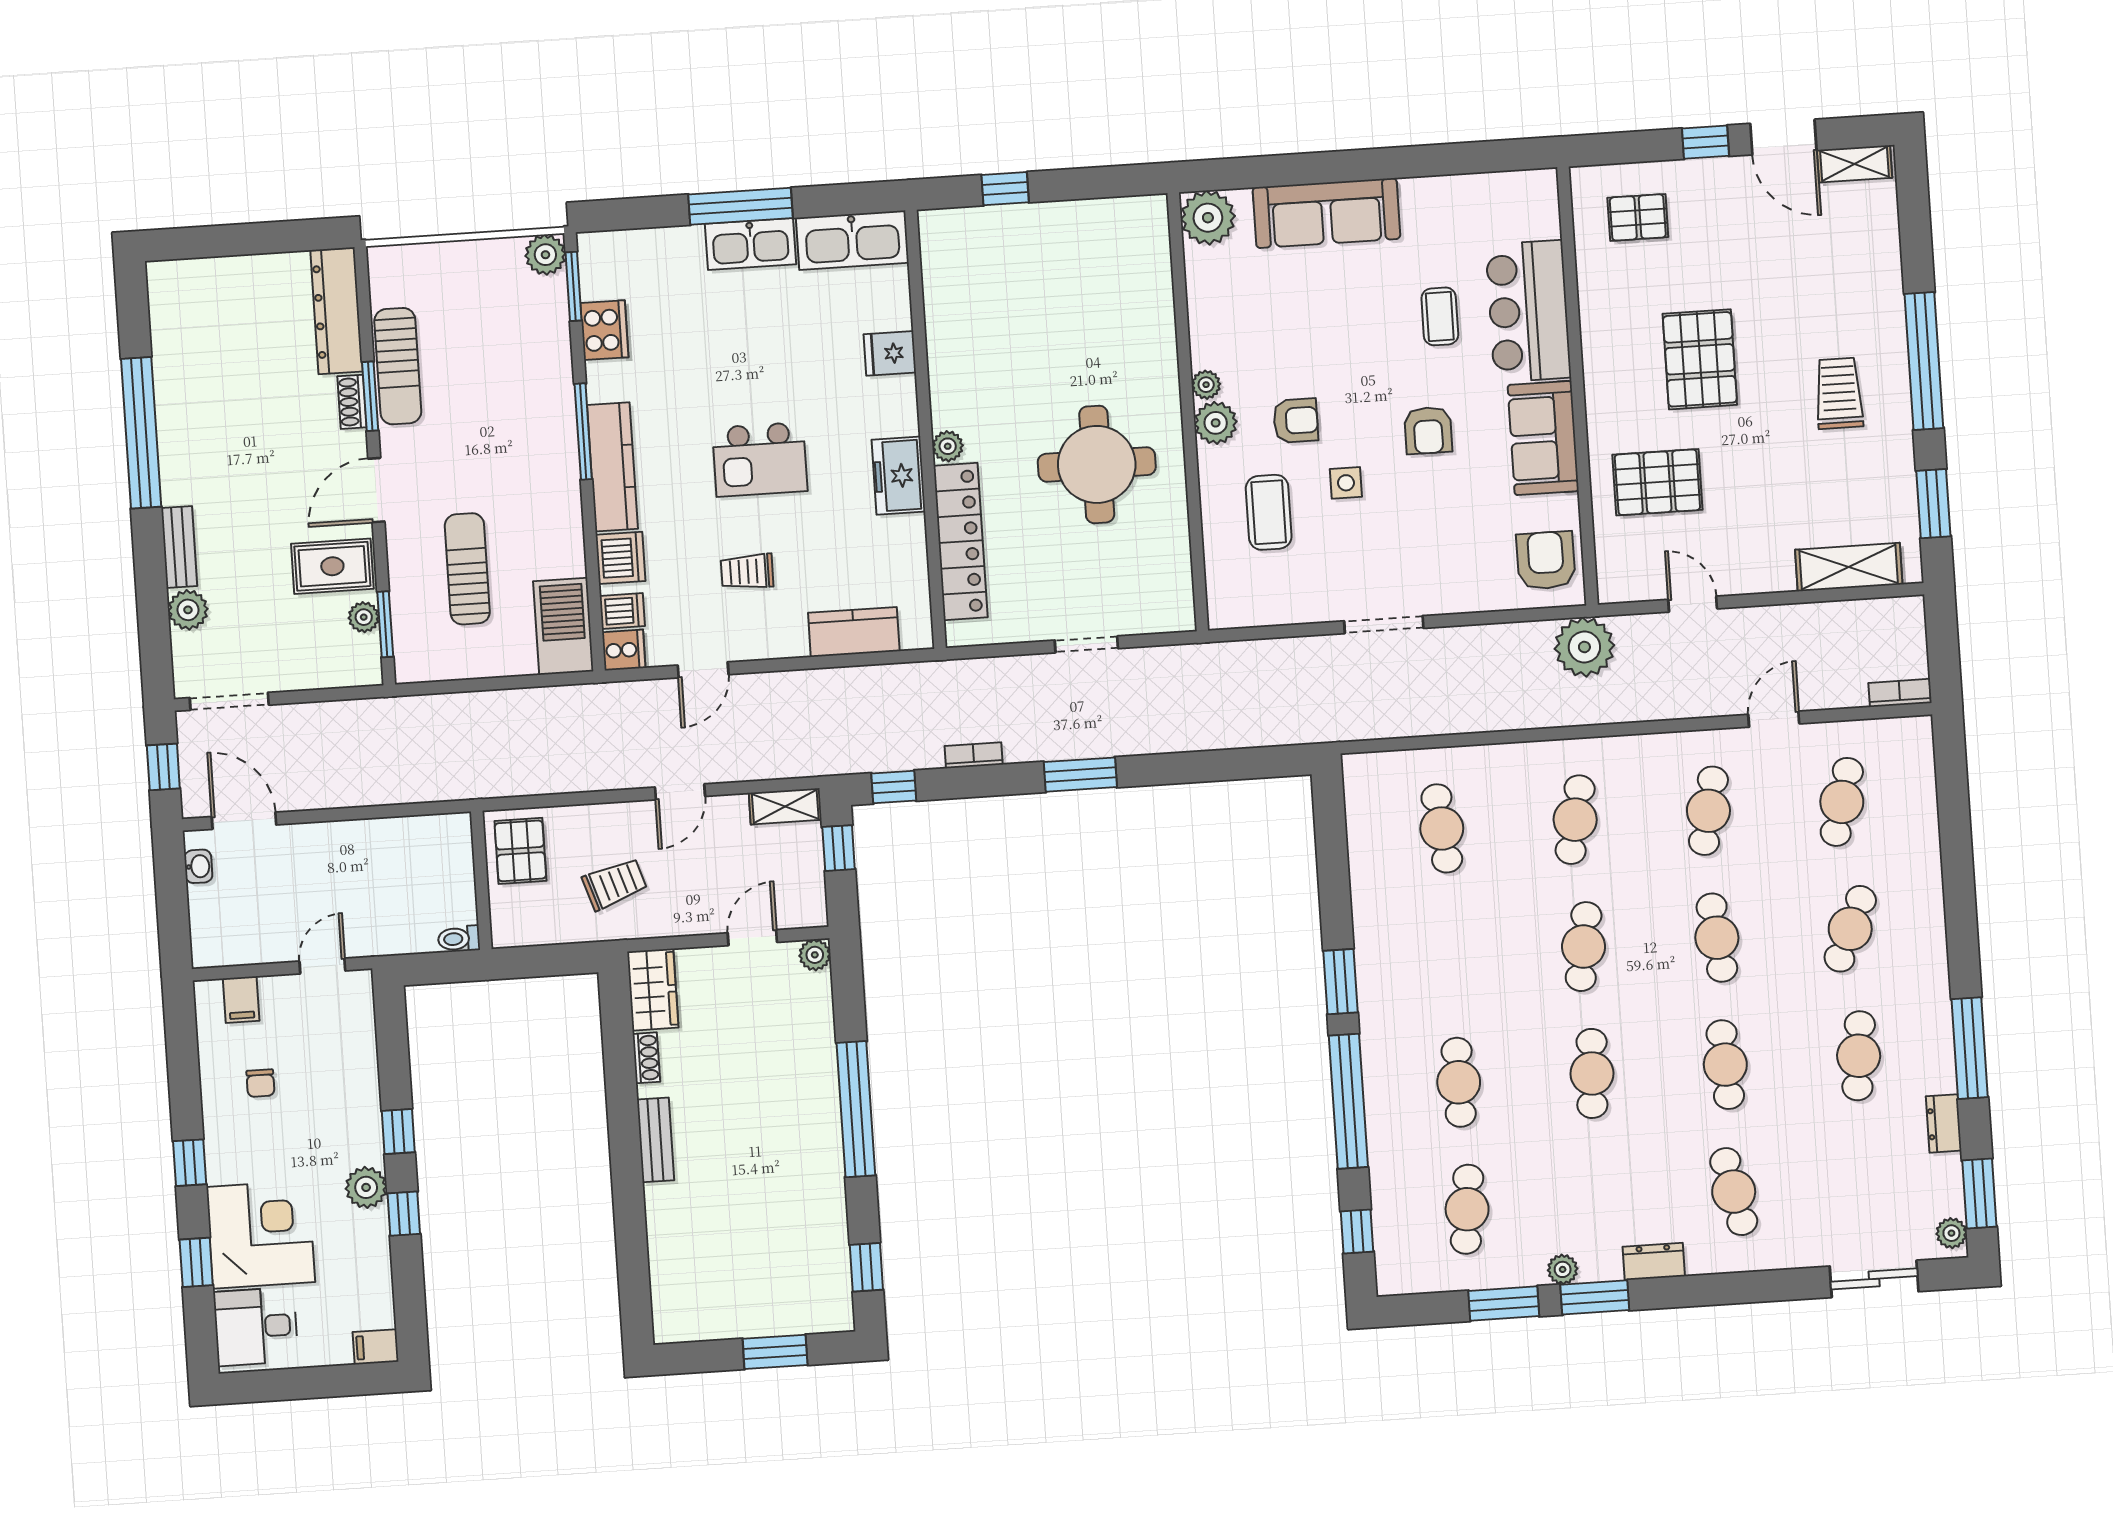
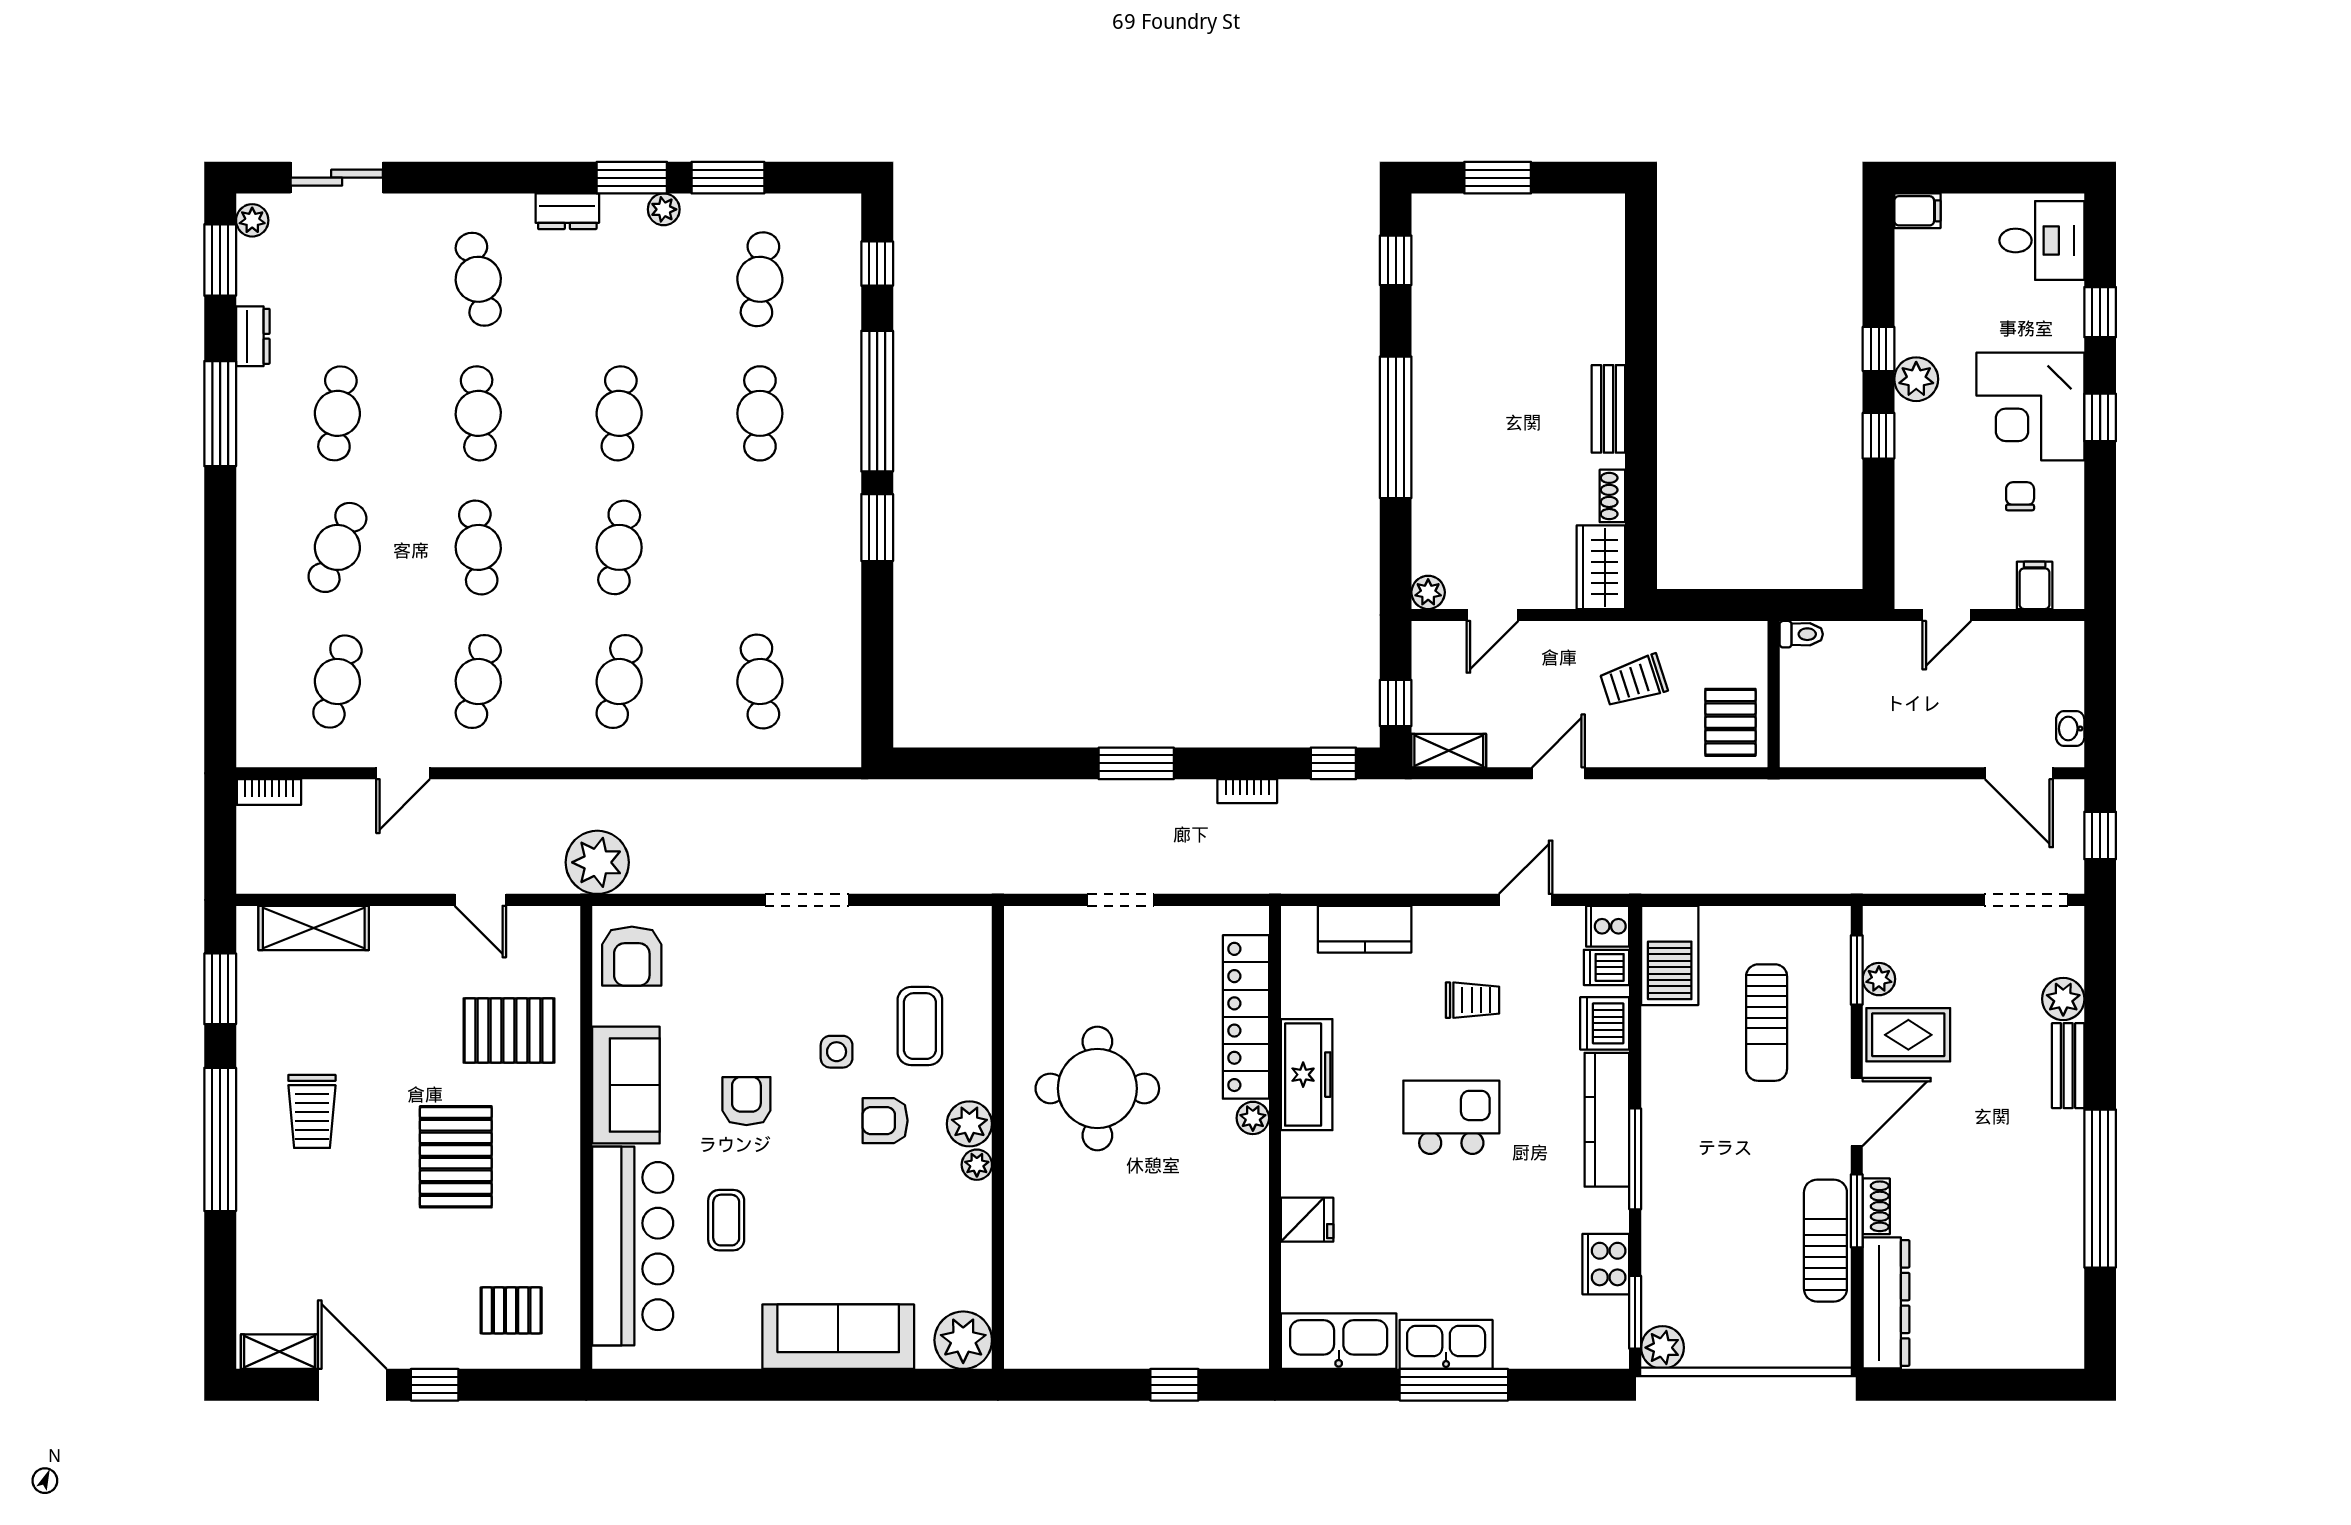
bar counter: (1528, 311) -> (633, 1246), width x1.36
freezer: (898, 476) -> (1307, 1075), width x1.40
corner desk: (261, 1235) -> (2030, 407), moved

